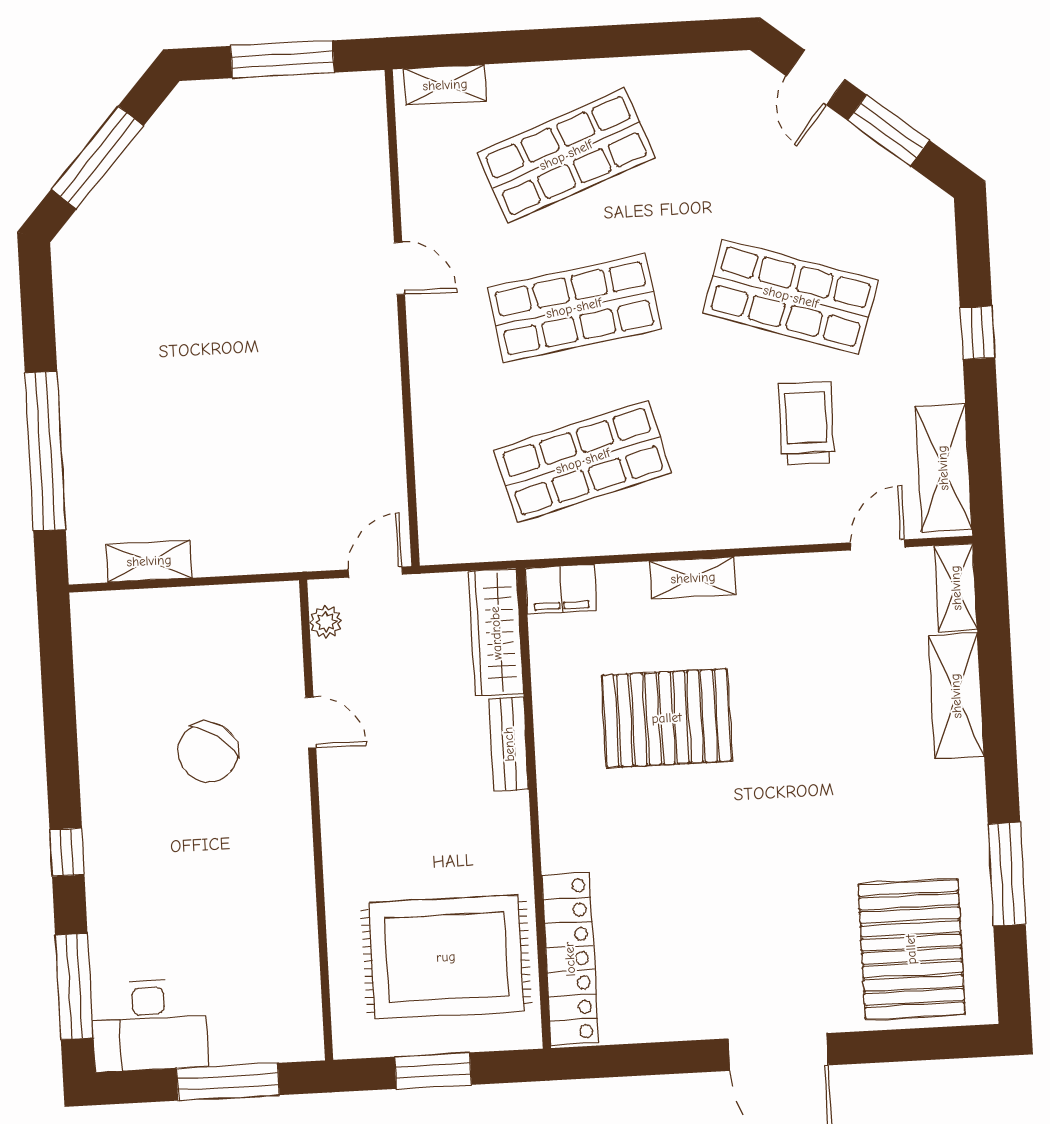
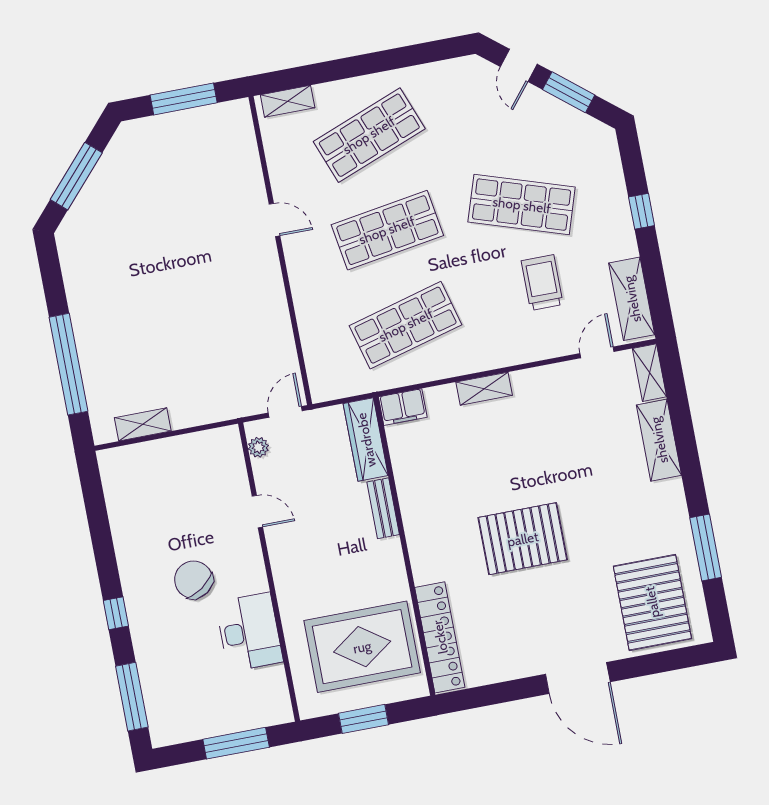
pallet: (667, 718) -> (523, 539), moved
chair: (208, 752) -> (194, 580), moved, turned 110
desk: (149, 1025) -> (249, 632), moved, turned -90

